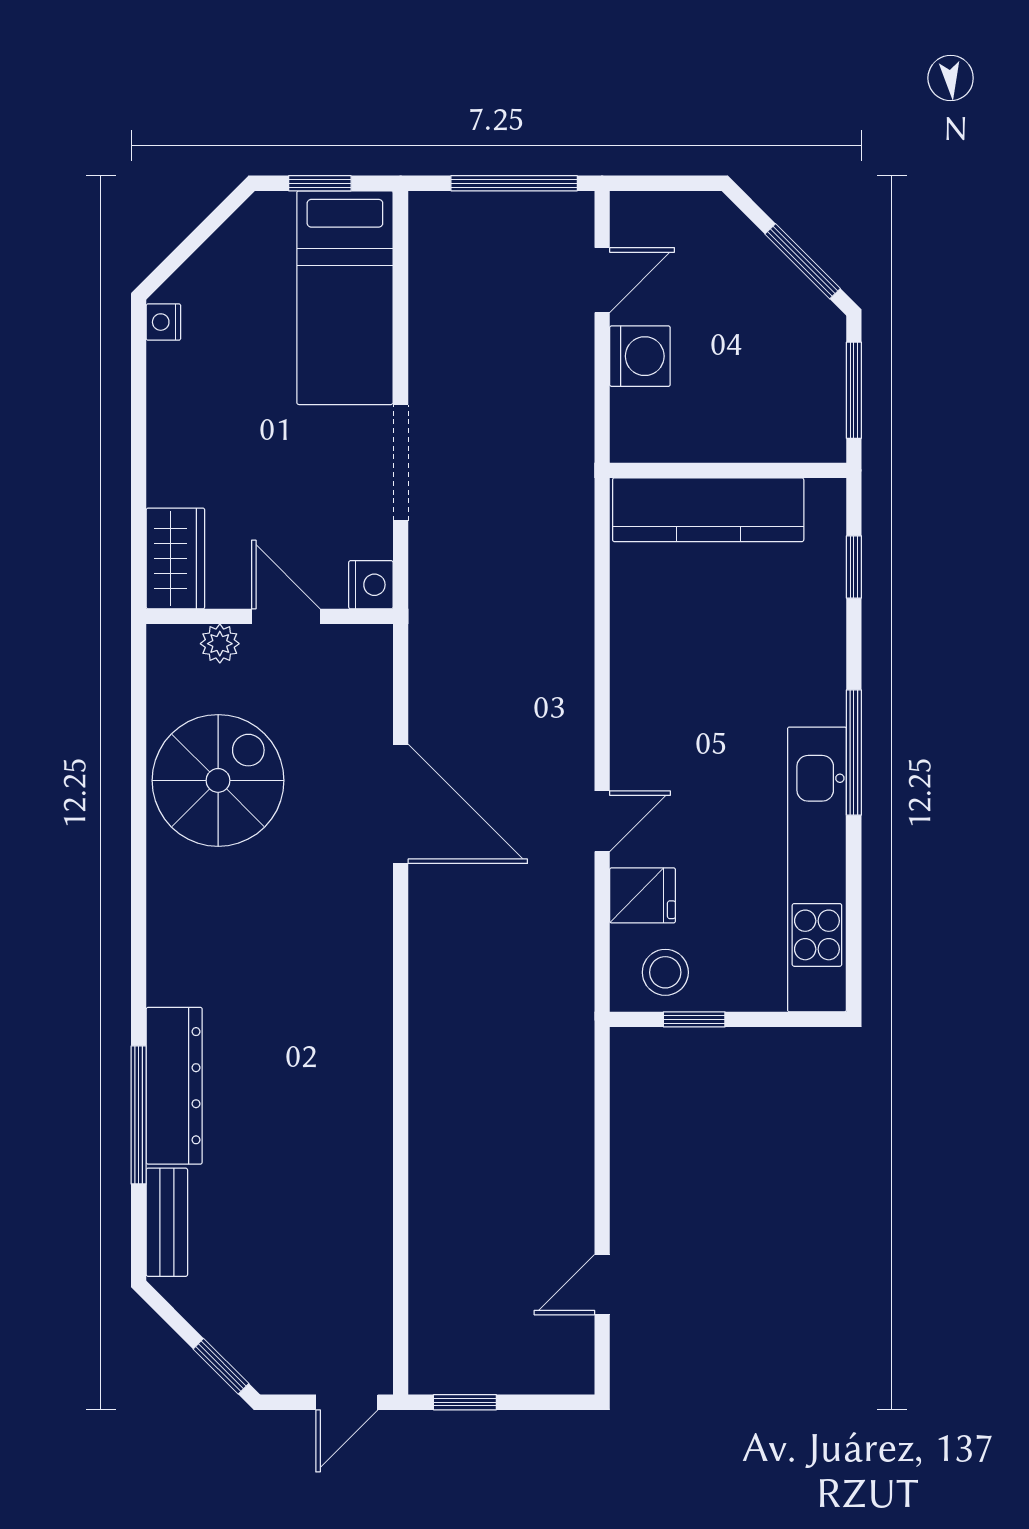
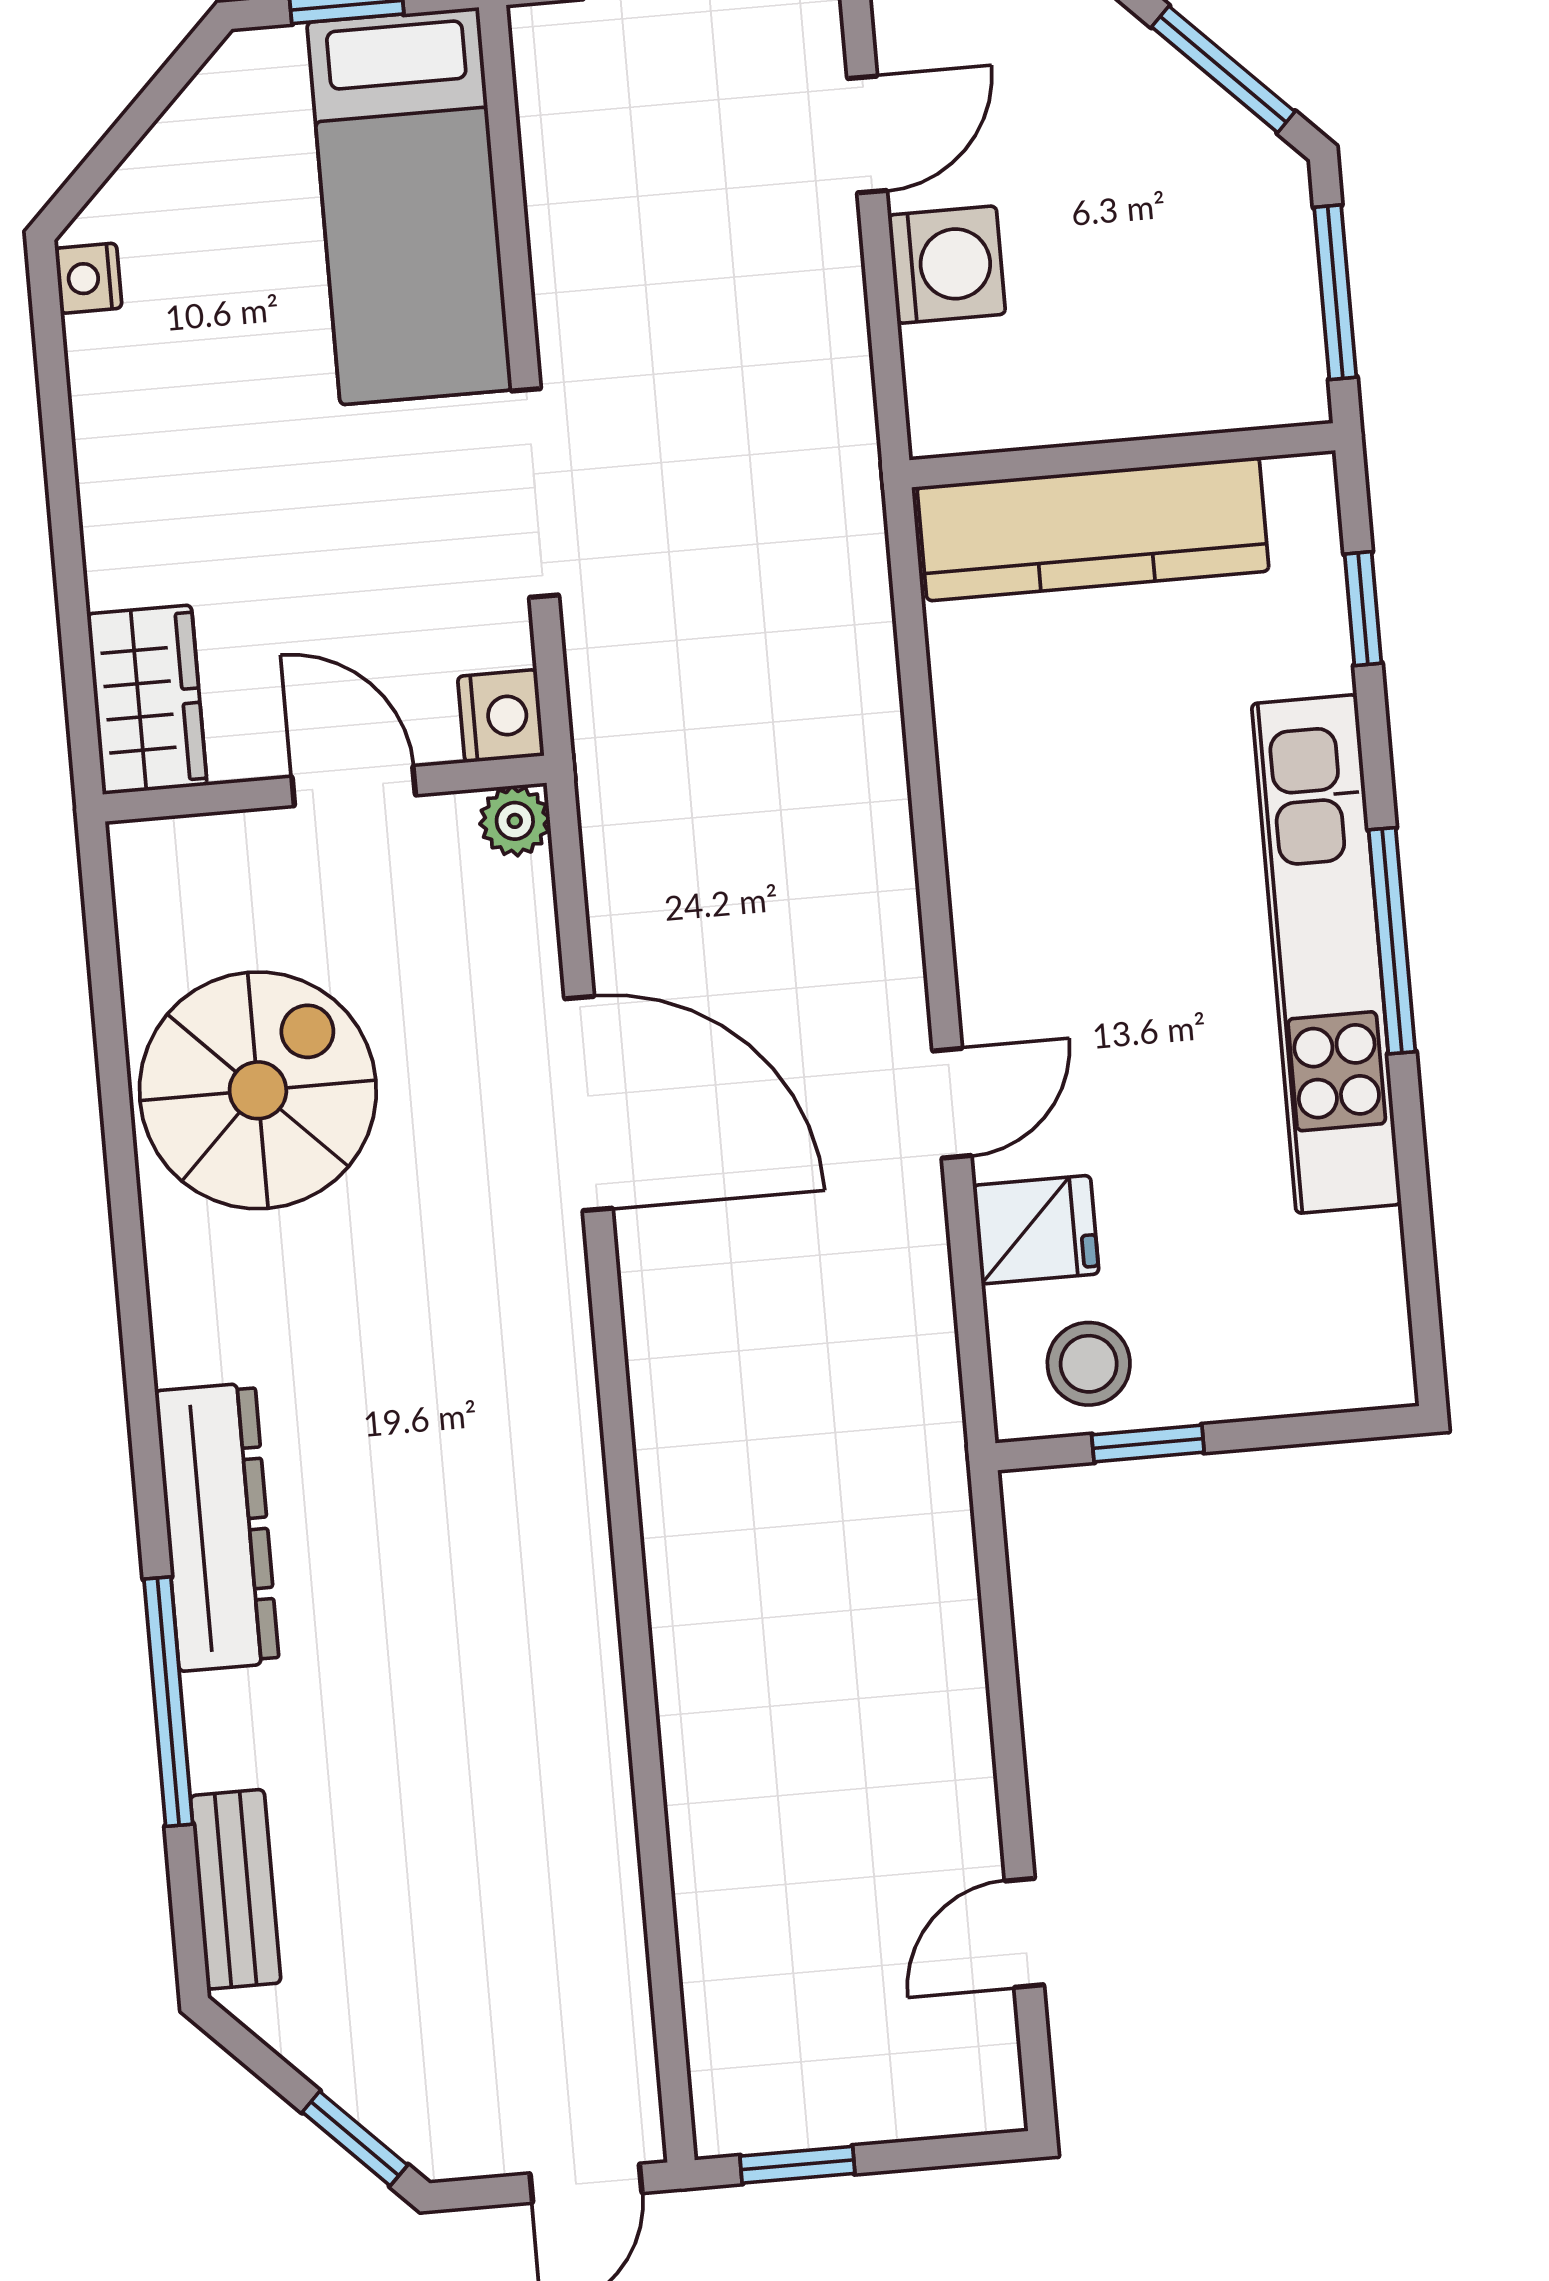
plant: (220, 644) -> (515, 821), moved
kitchen unit: (817, 869) -> (1326, 954), moved
dresser: (174, 1086) -> (217, 1527), moved

